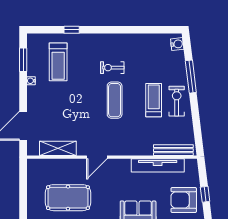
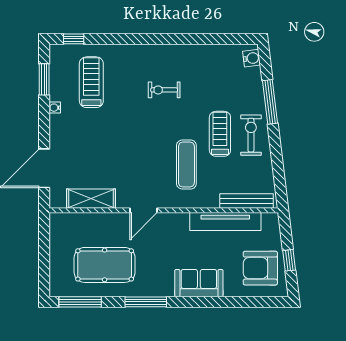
window: (72, 30) -> (74, 39), moved
treadmill: (58, 62) -> (91, 82), turned 180
exercise mat: (115, 100) -> (186, 164), moved

